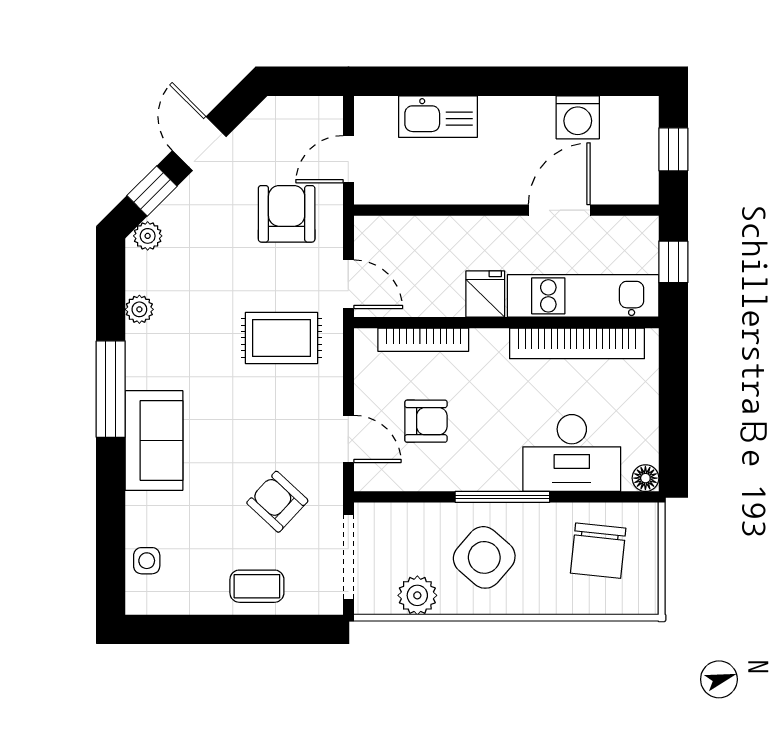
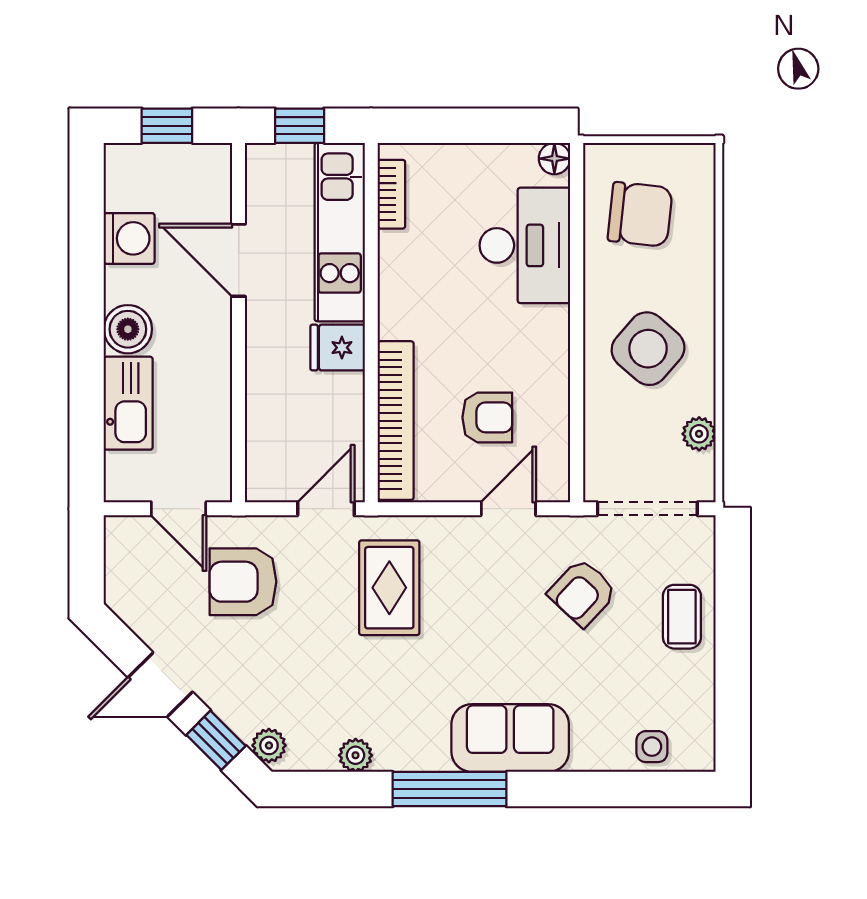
boiler: (501, 116) -> (128, 329), added
bookcase: (423, 340) -> (396, 421), width x1.48, depth x1.31
bookcase: (577, 343) -> (391, 194), width x0.43, depth x0.76
armchair: (426, 421) -> (487, 417), turned 90
window: (502, 497) -> (577, 327), removed
plant: (417, 595) -> (699, 434), width x0.73, depth x0.73

